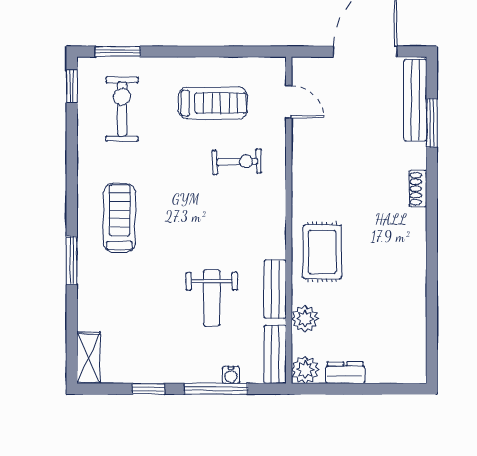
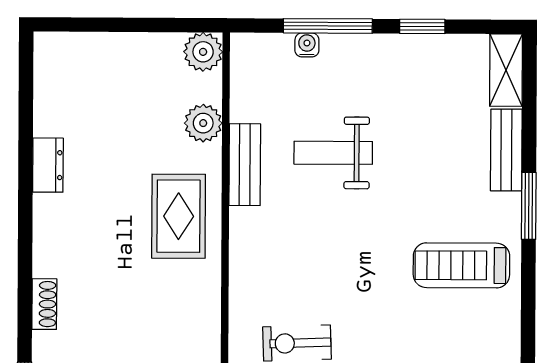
treadmill: (120, 218) -> (461, 265), turned 90
weight bench: (212, 298) -> (333, 153), turned -90
bench: (275, 354) -> (506, 150), moved
dresser: (345, 373) -> (48, 165), moved, turned -90

